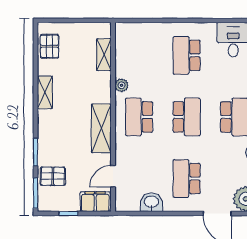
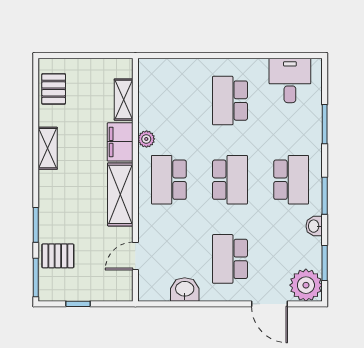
filing cabinet: (95, 202) -> (120, 142), moved, turned -90

